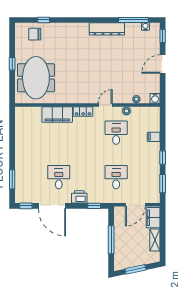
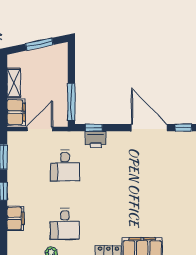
filing cabinet: (154, 137) -> (15, 218), width x2.00
desk: (59, 177) -> (140, 166), removed
printer: (79, 197) -> (96, 139), moved
window: (111, 240) -> (71, 102), moved

